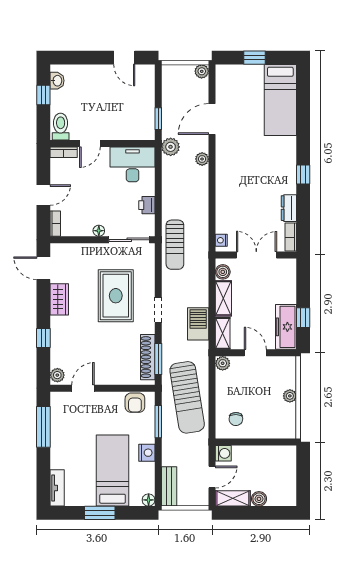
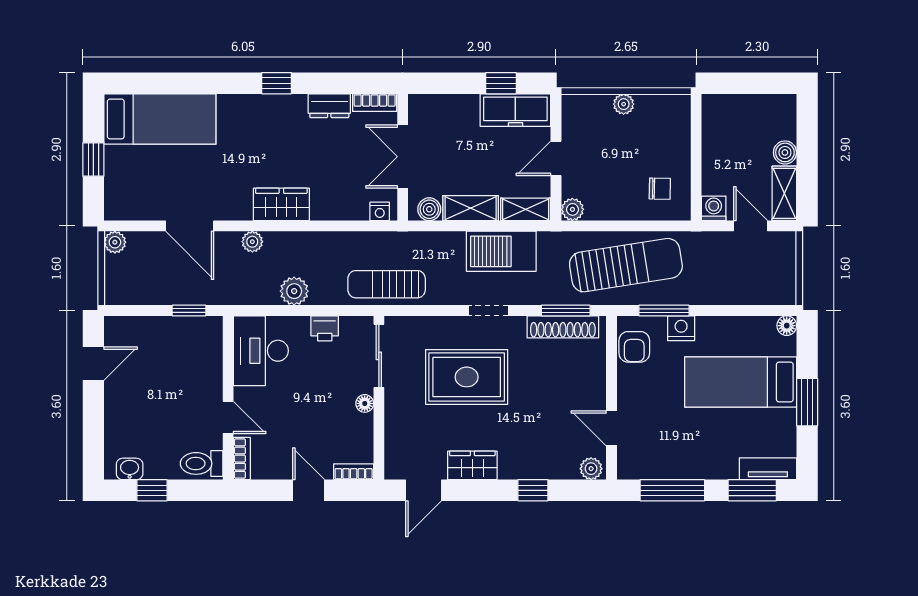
plant: (171, 147) -> (294, 291), moved
wardrobe: (226, 177) -> (281, 204), added
sun lounger: (175, 245) -> (387, 284), turned 180
barbecue: (198, 324) -> (501, 251), width x1.37, depth x1.21
armchair: (135, 403) -> (634, 347), turned 90
nightstand: (147, 453) -> (681, 328), moved
window: (43, 478) -> (752, 490), added
bench: (169, 486) -> (766, 293), removed

